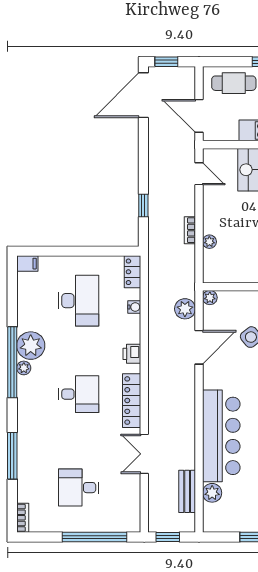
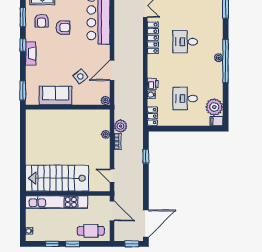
desk: (79, 301) -> (185, 99), width x0.73
plant: (185, 309) -> (120, 126), moved
plant: (31, 346) -> (214, 107), moved
printer: (132, 354) -> (153, 84), moved

